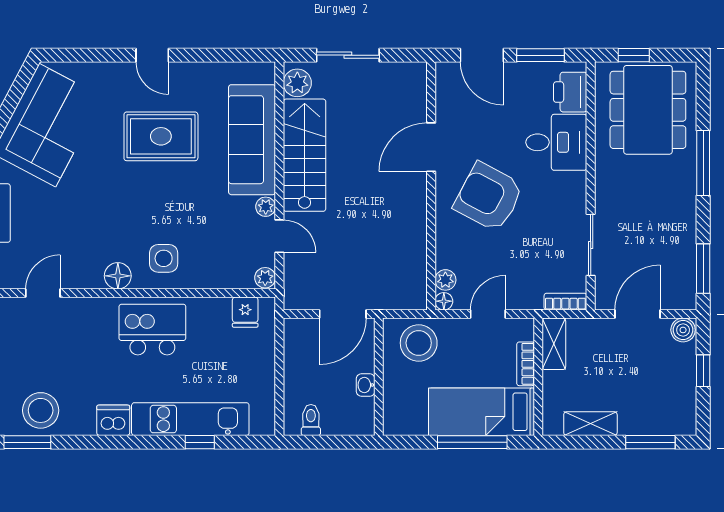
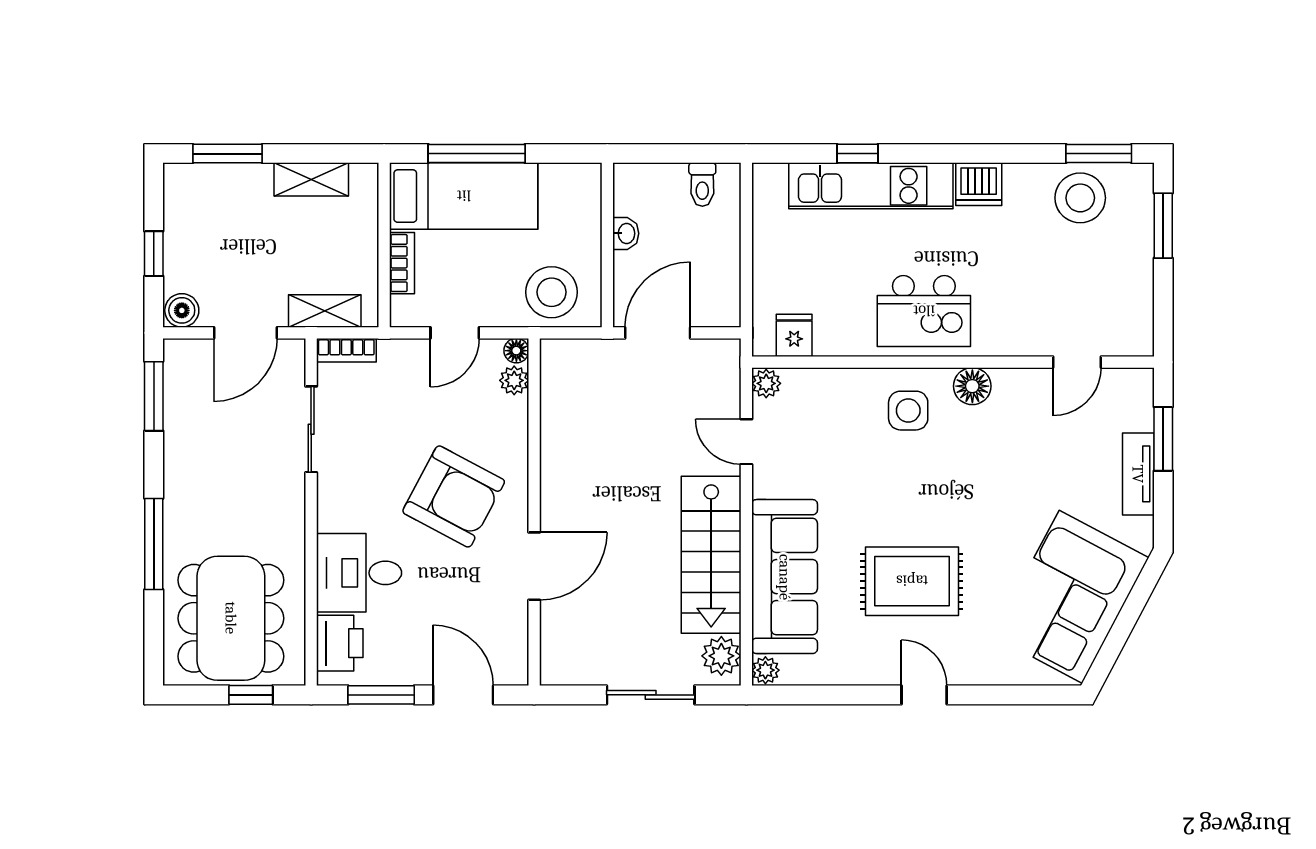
plant: (266, 207) -> (765, 670), moved
shelving: (554, 344) -> (325, 311), moved, turned 90

